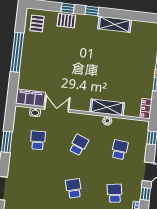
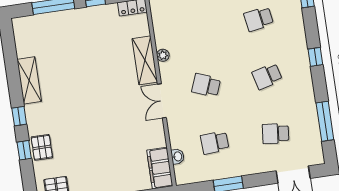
double door: (57, 109) -> (162, 101), moved
school desk: (120, 150) -> (276, 134), moved

